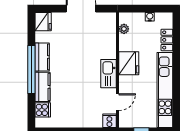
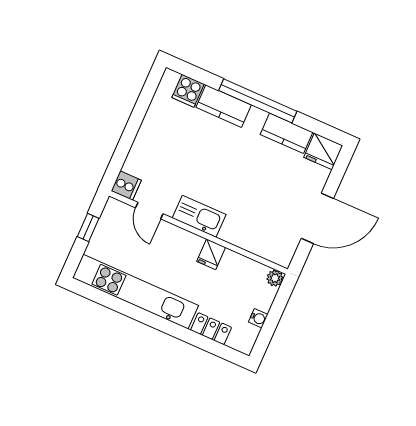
plant: (124, 29) -> (275, 278), moved
kitchen counter: (42, 57) -> (287, 133), moved
fridge: (129, 63) -> (211, 254), width x0.53, depth x0.75

